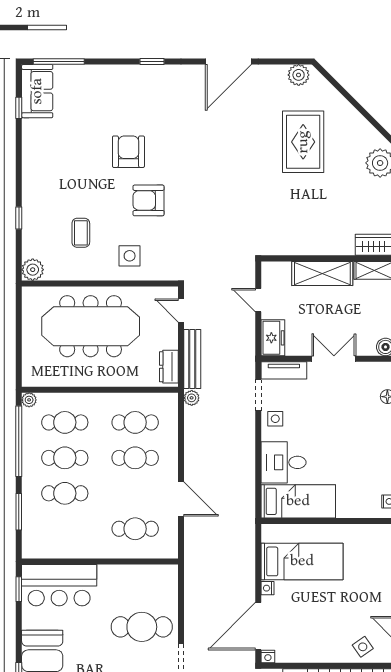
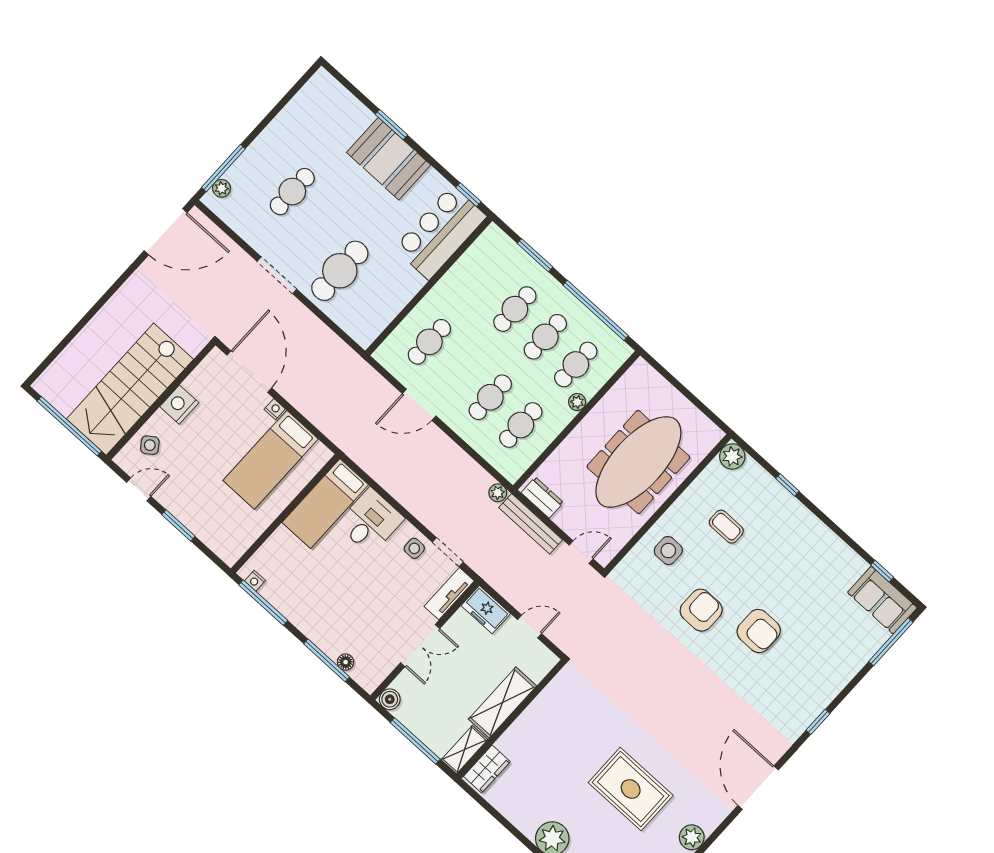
plant: (29, 400) -> (577, 402), moved
nightstand: (268, 657) -> (179, 405), moved, width x1.89, depth x1.79

